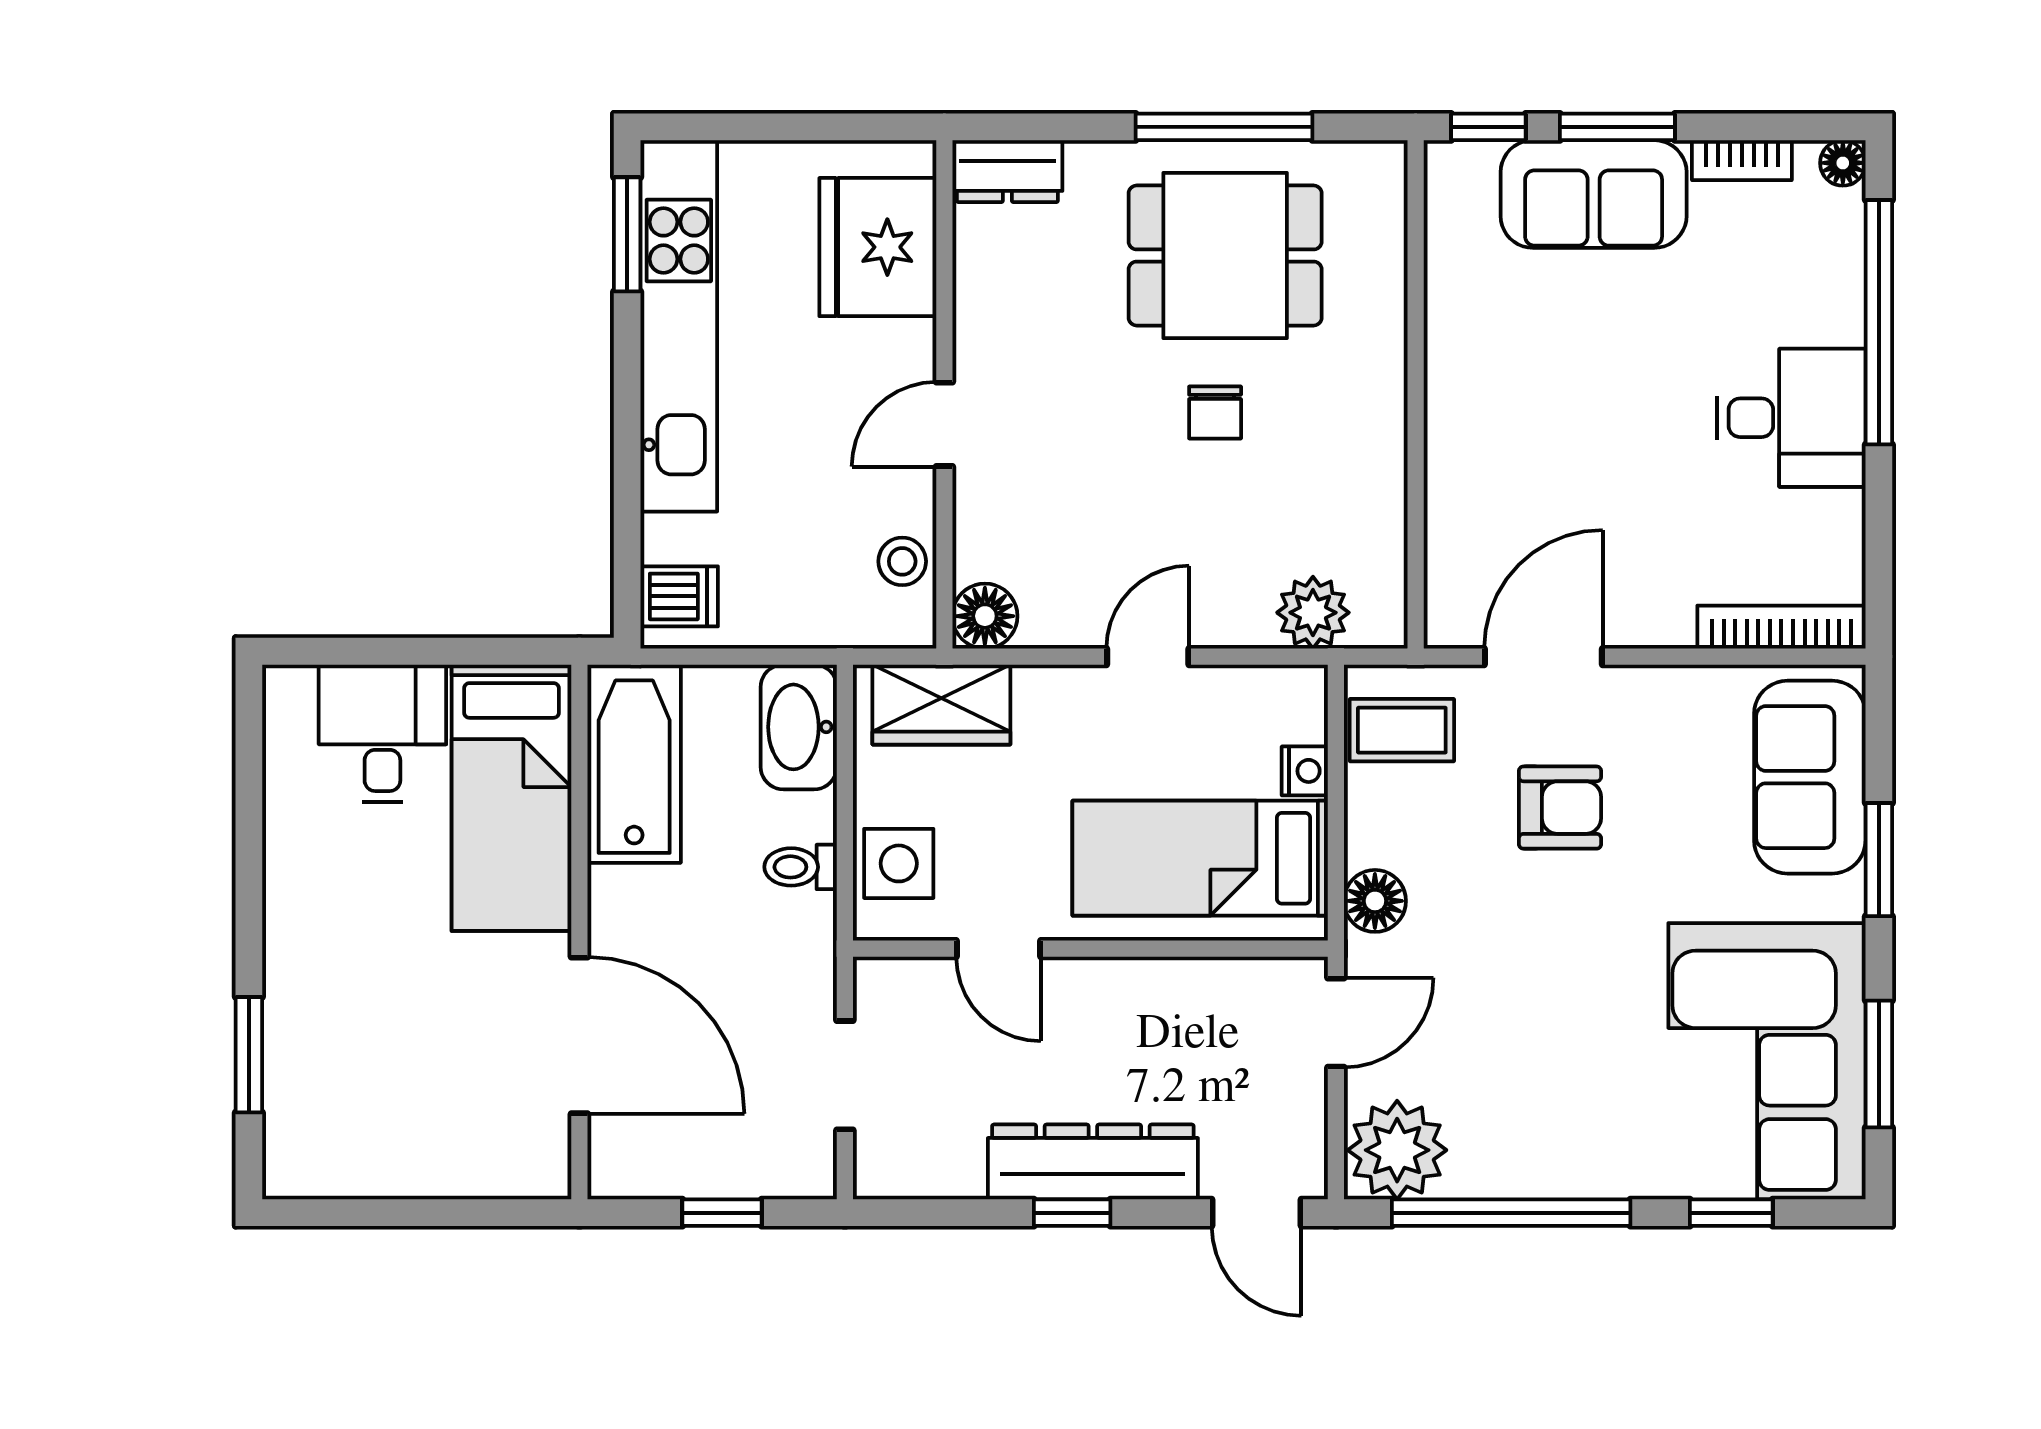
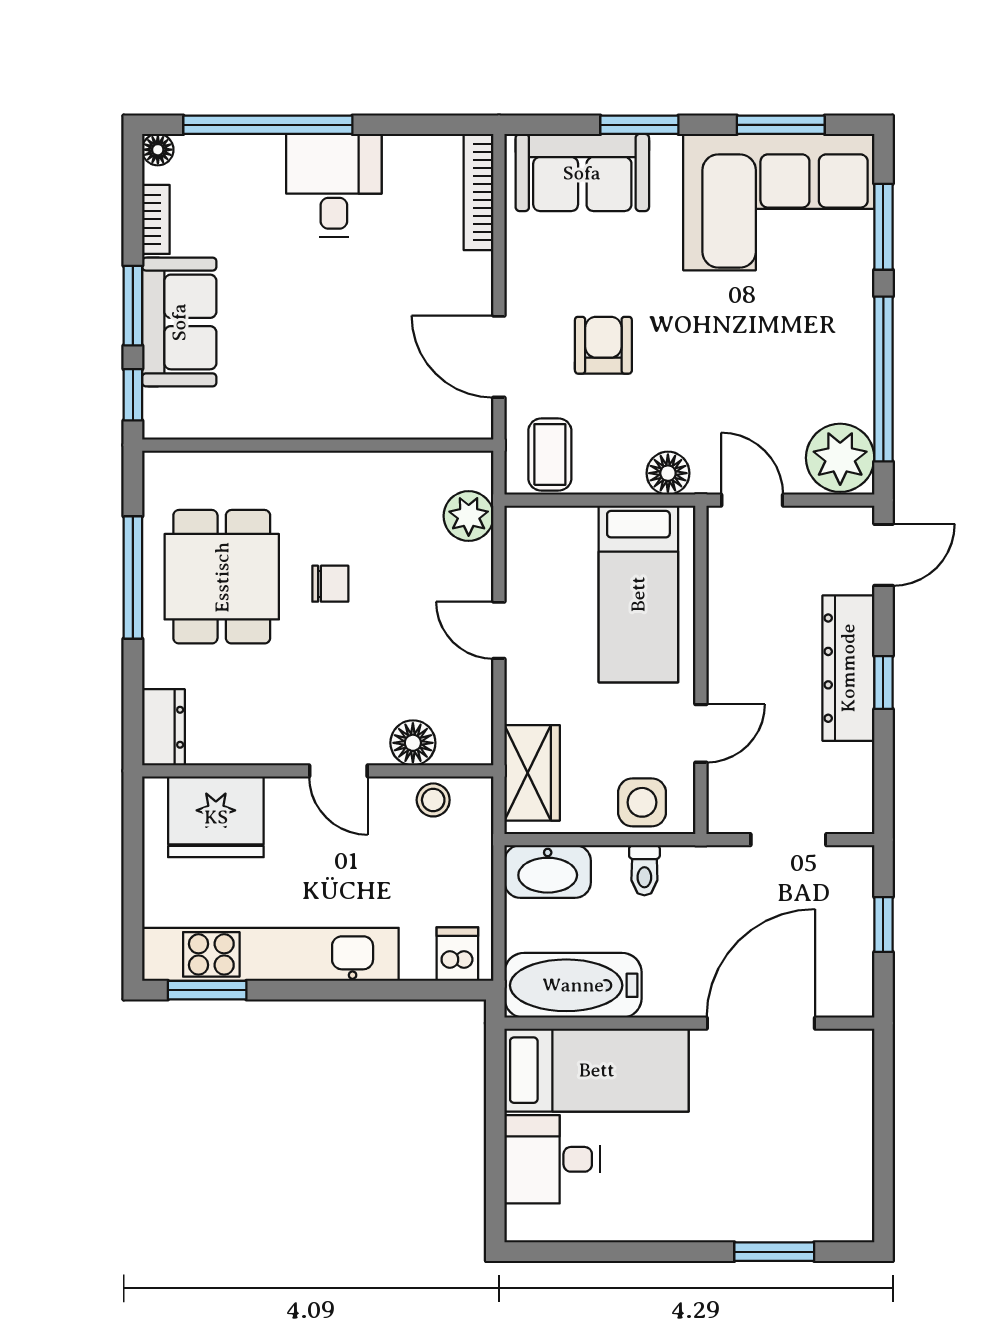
floor lamp: (985, 616) -> (413, 743), moved
nightstand: (1305, 771) -> (578, 522), removed
window: (1731, 1213) -> (883, 227), width x1.50

